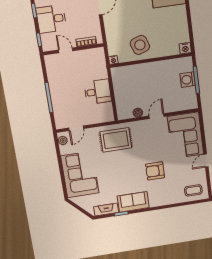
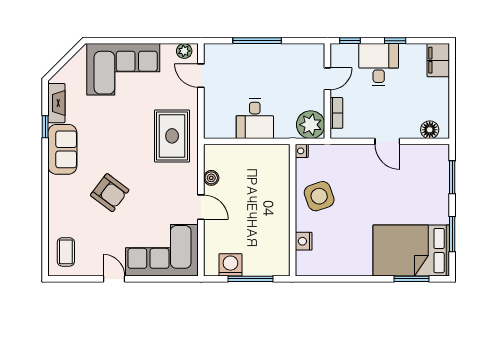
nightstand: (185, 48) -> (304, 241), moved
plant: (96, 57) -> (311, 125), added
washing machine: (188, 80) -> (230, 265), moved
armchair: (155, 171) -> (110, 193), turned 127

